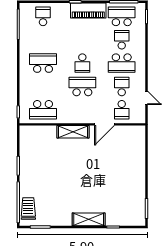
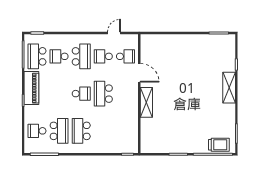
school desk: (43, 110) -> (59, 131), moved
trolley: (28, 209) -> (219, 145), turned 180

